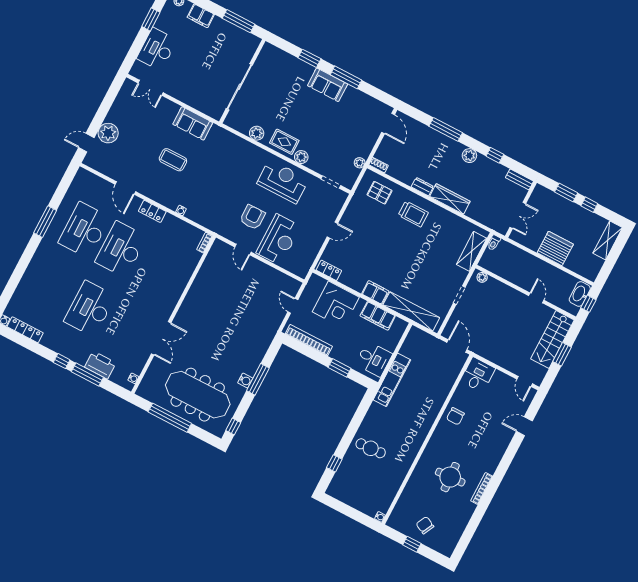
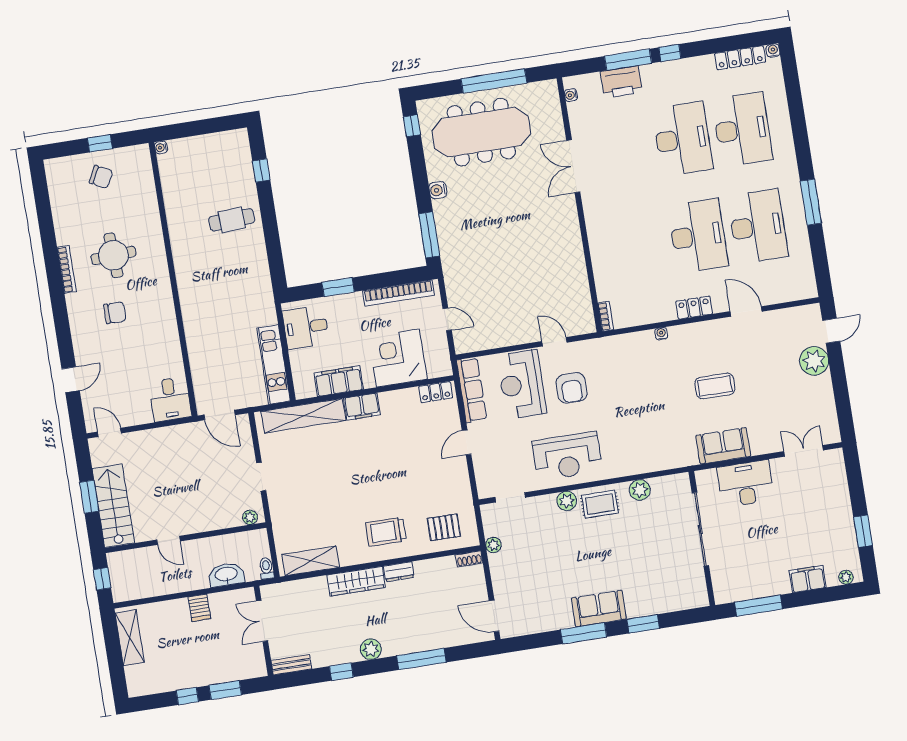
desk: (157, 49) -> (746, 484), moved, turned -90
shelving: (608, 240) -> (130, 638), moved
server rack: (555, 248) -> (199, 608), width x0.46, depth x0.70
shelving: (472, 251) -> (311, 561), moved, turned 90
row of seats: (308, 257) -> (472, 390), added
desk: (53, 290) -> (742, 129), added
washbasin: (580, 294) -> (226, 575), moved, turned -90
window: (258, 379) -> (429, 235), moved
kitchen unit: (392, 380) -> (274, 364), moved
chair: (455, 416) -> (115, 313), moved, turned 90

